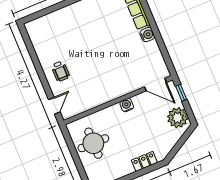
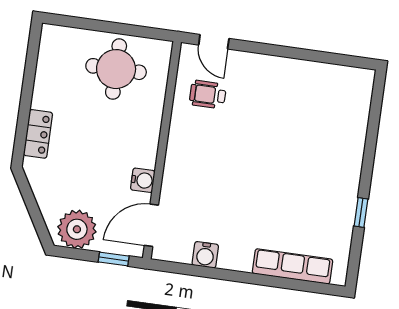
water cooler: (147, 35) -> (205, 255), moved
wheelchair: (60, 71) -> (208, 94), moved
water cooler: (127, 105) -> (143, 180), moved

